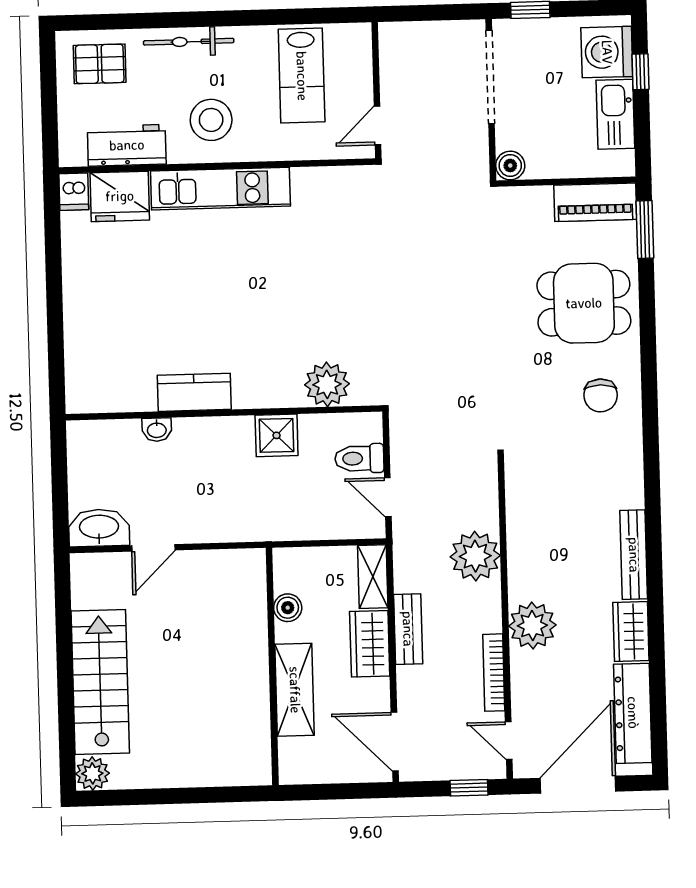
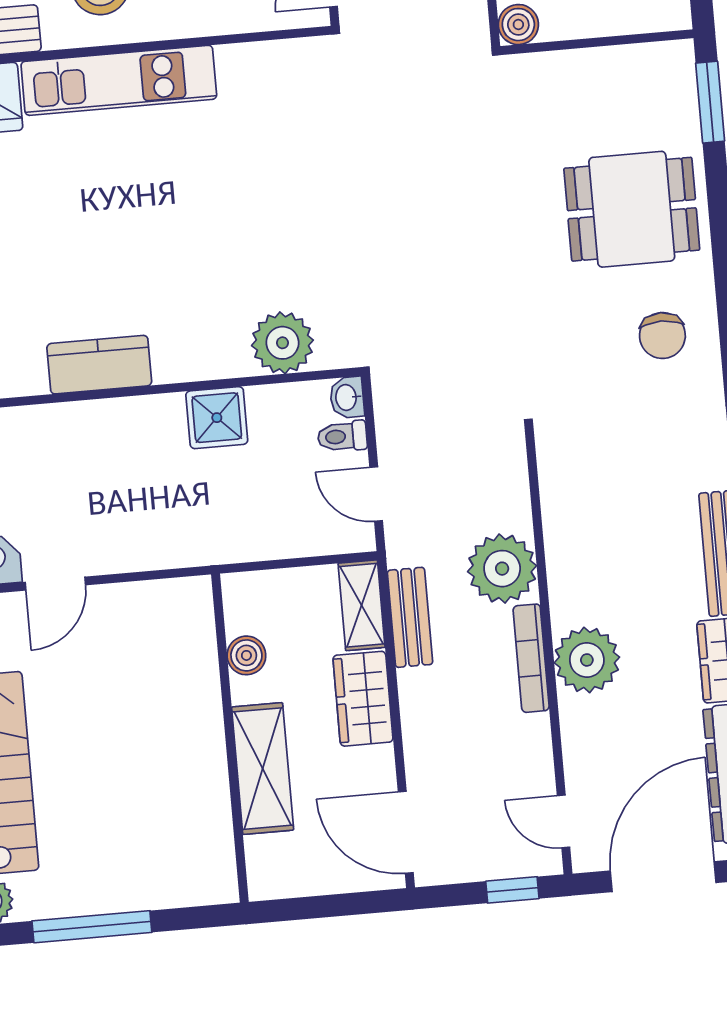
piano: (595, 202) -> (639, 68), removed
washbasin: (157, 430) -> (347, 397), moved, turned 90
toilet: (359, 458) -> (342, 436), width x0.73, depth x0.72
bench: (408, 629) -> (410, 617), moved
bookcase: (494, 673) -> (531, 658), moved
window: (165, 796) -> (92, 927), added

